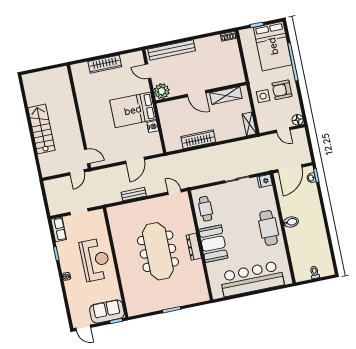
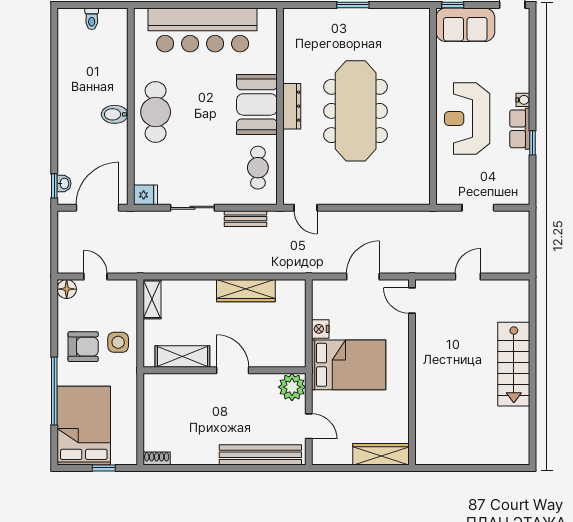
wall: (79, 117) -> (412, 372), moved
door: (87, 156) -> (412, 301), moved
bench: (134, 194) -> (245, 219), moved
row of seats: (59, 229) -> (520, 129), moved

